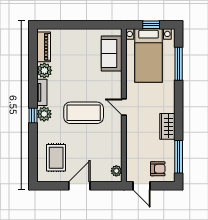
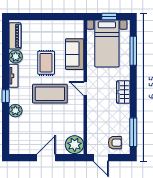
sofa: (112, 54) -> (75, 54), moved
plant: (44, 114) -> (15, 111), moved
wardrobe: (167, 126) -> (123, 92), moved
rug: (56, 158) -> (46, 63), moved
plant: (116, 171) -> (75, 145), width x1.88, depth x1.88

